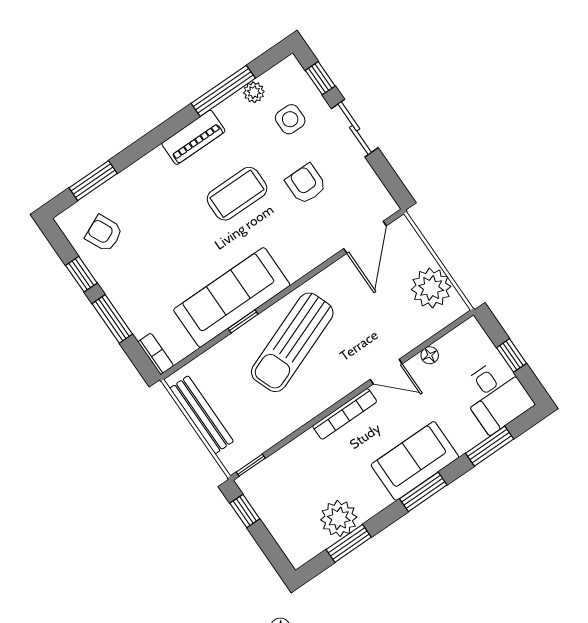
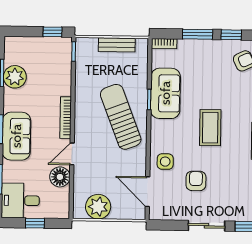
side table: (290, 119) -> (165, 162), moved
armchair: (306, 184) -> (196, 181), turned -90
coffee table: (237, 194) -> (210, 128), moved
sofa: (232, 297) -> (165, 93), width x0.73
floor lamp: (430, 355) -> (60, 177), width x1.89, depth x1.89
bench: (202, 415) -> (117, 45), width x0.73

